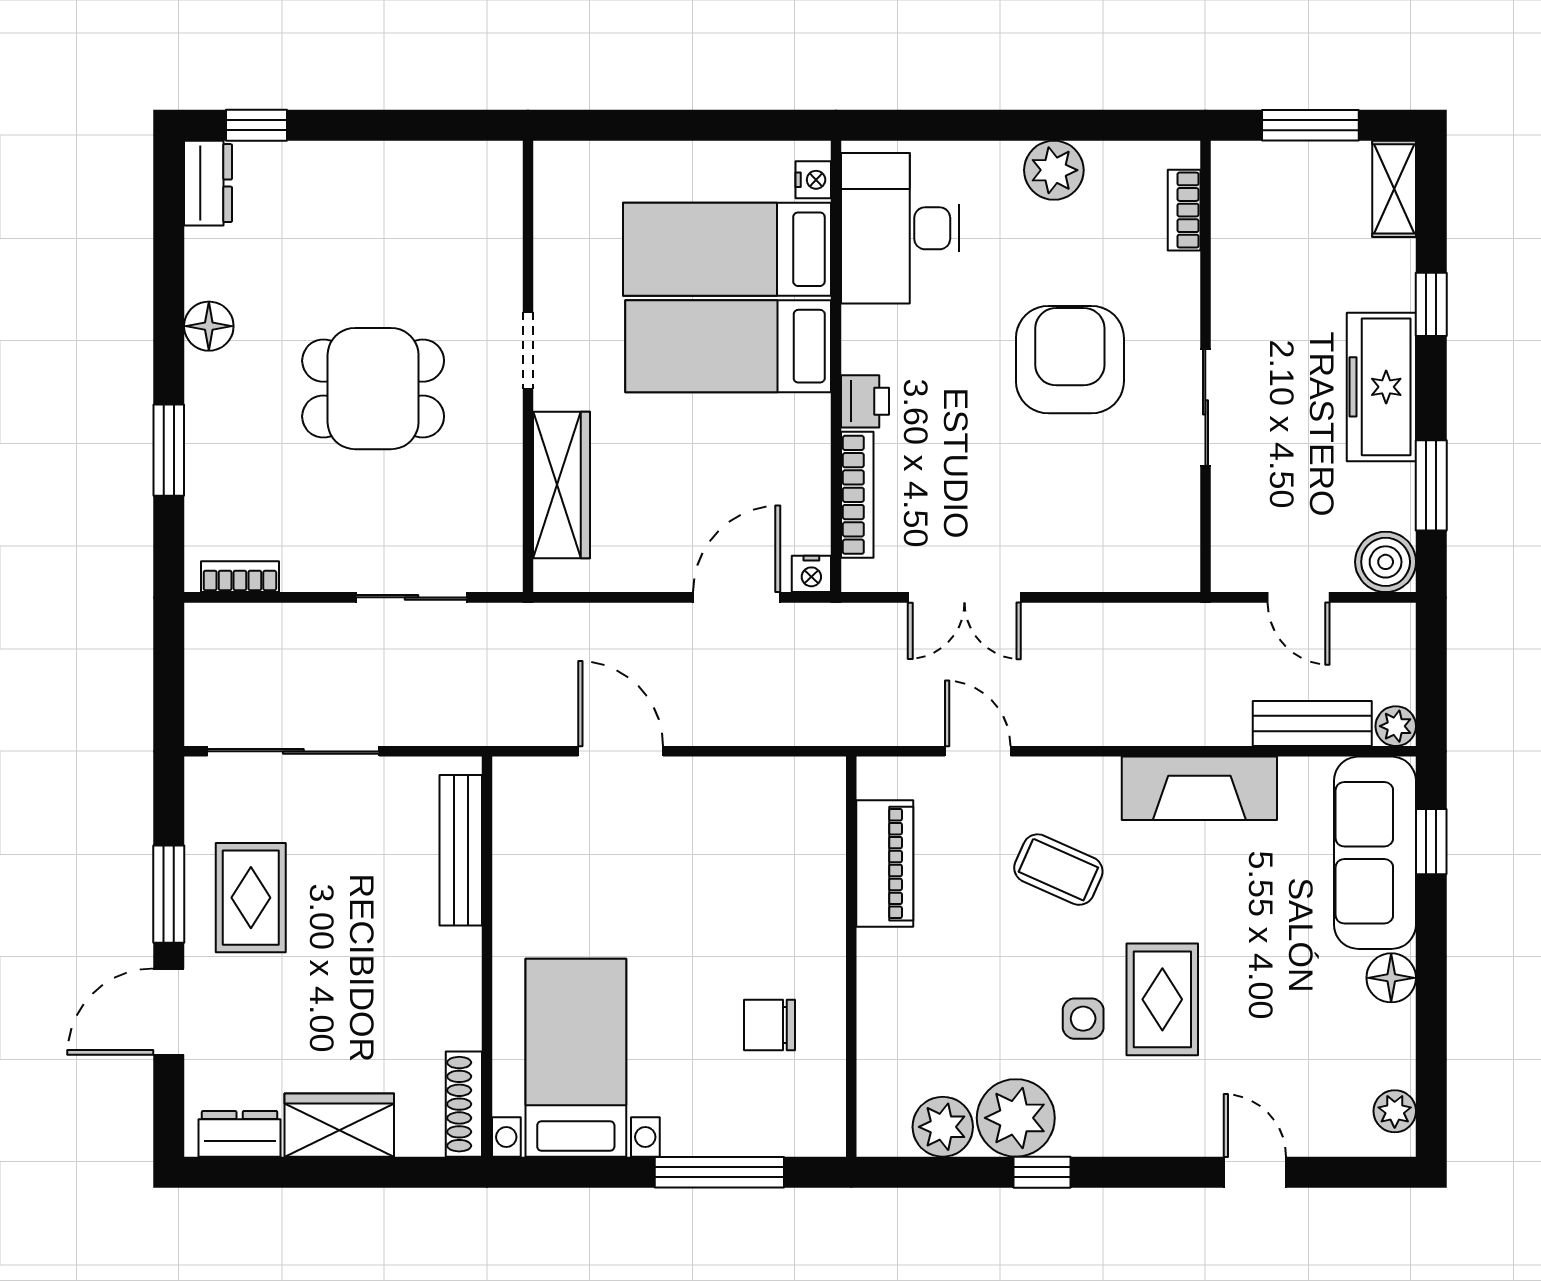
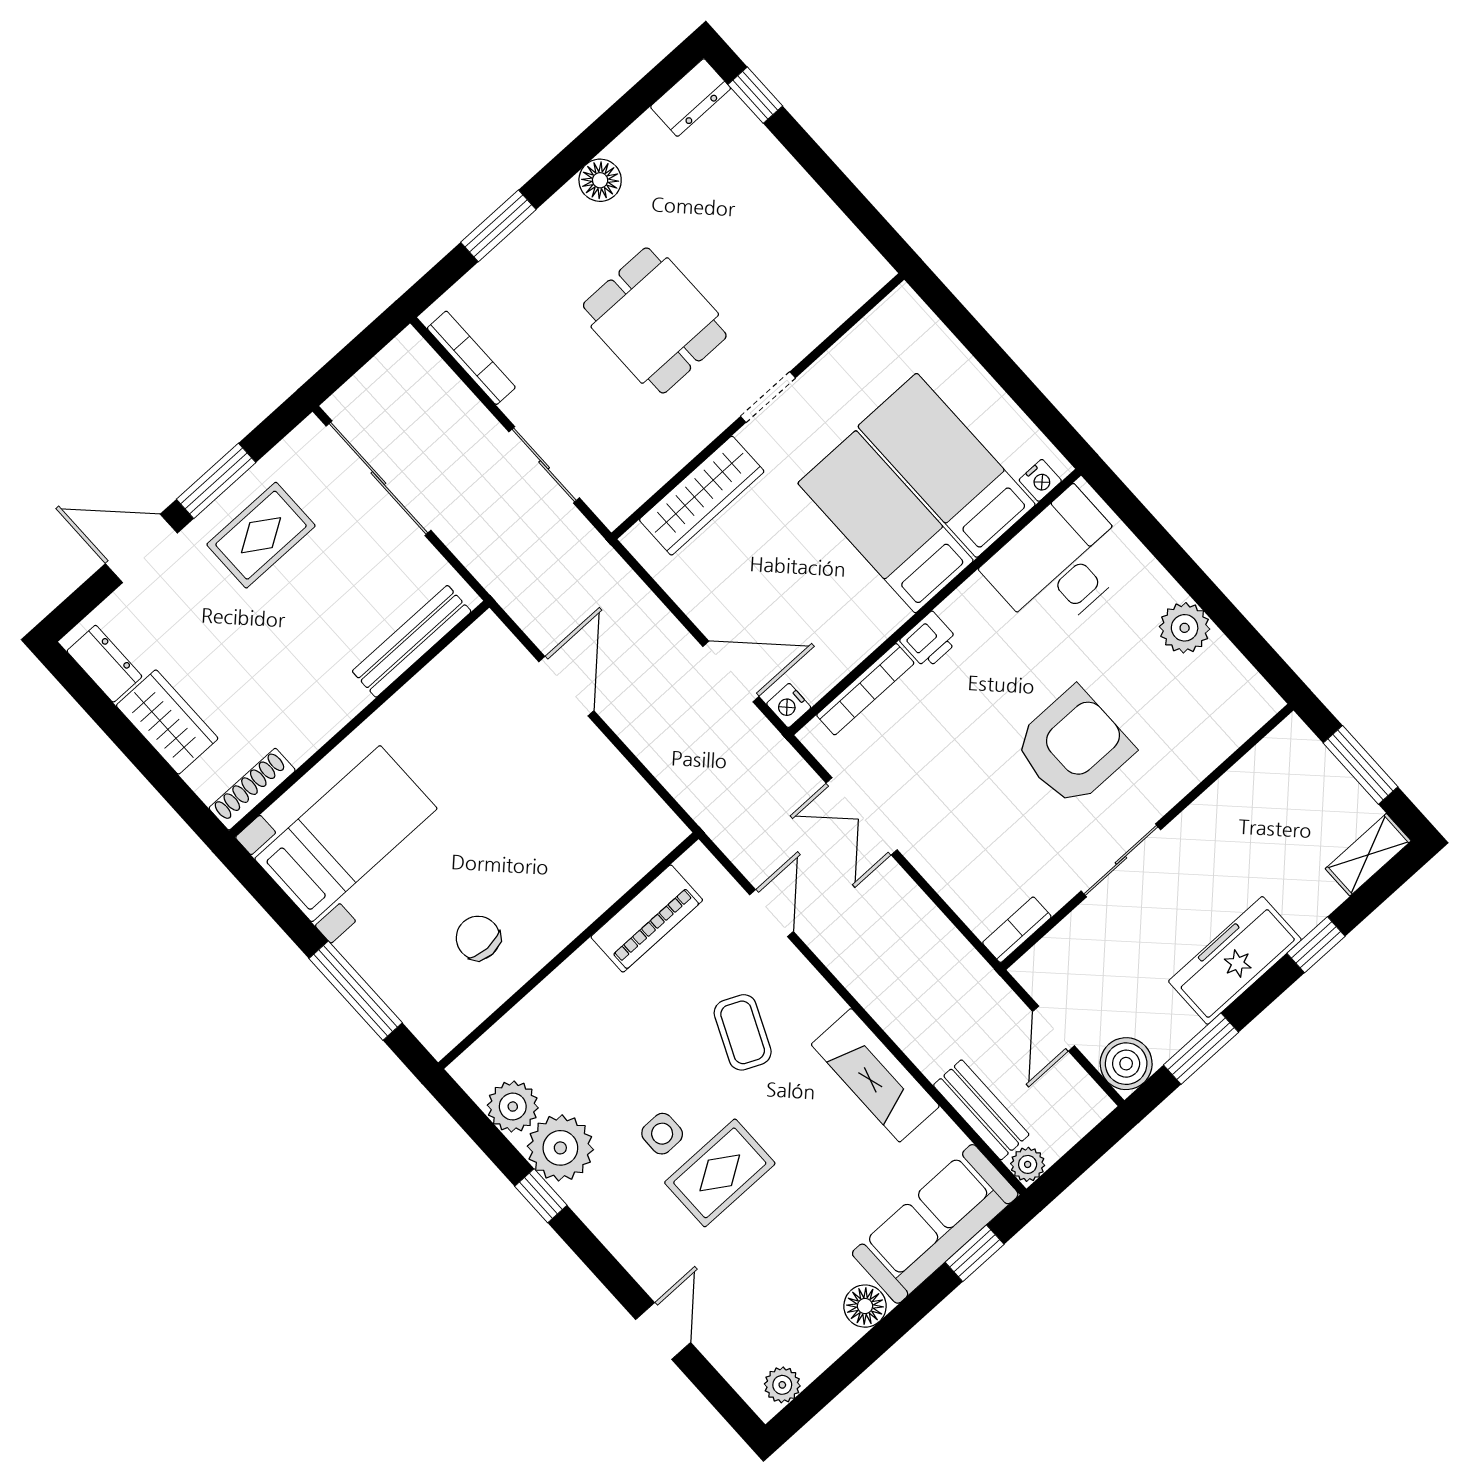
bookcase: (1184, 210) -> (1017, 930), moved
bookcase: (240, 577) -> (471, 358), width x1.56

